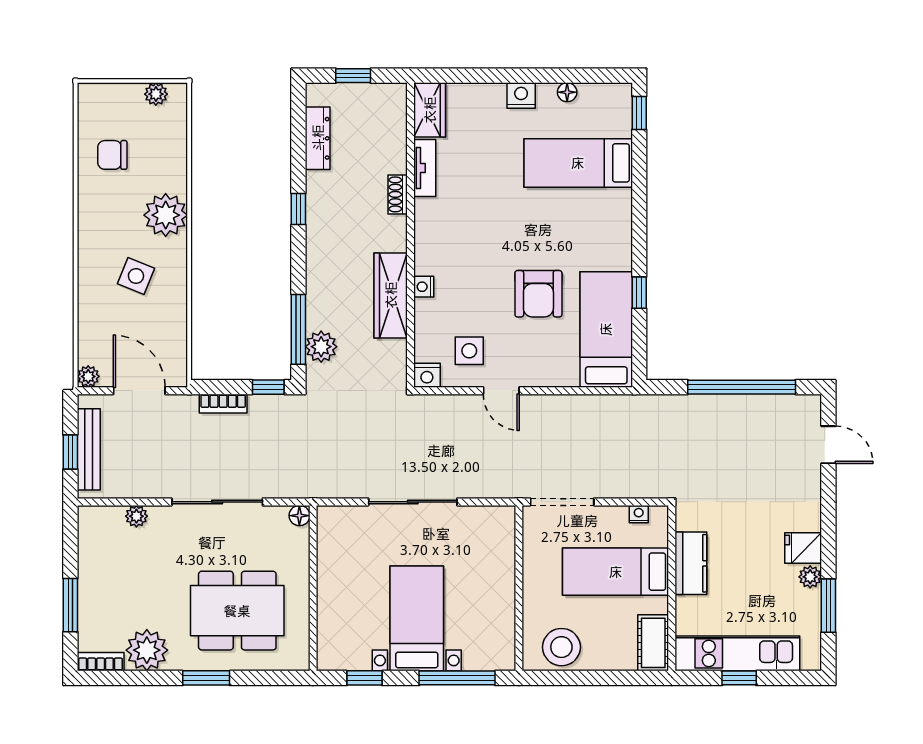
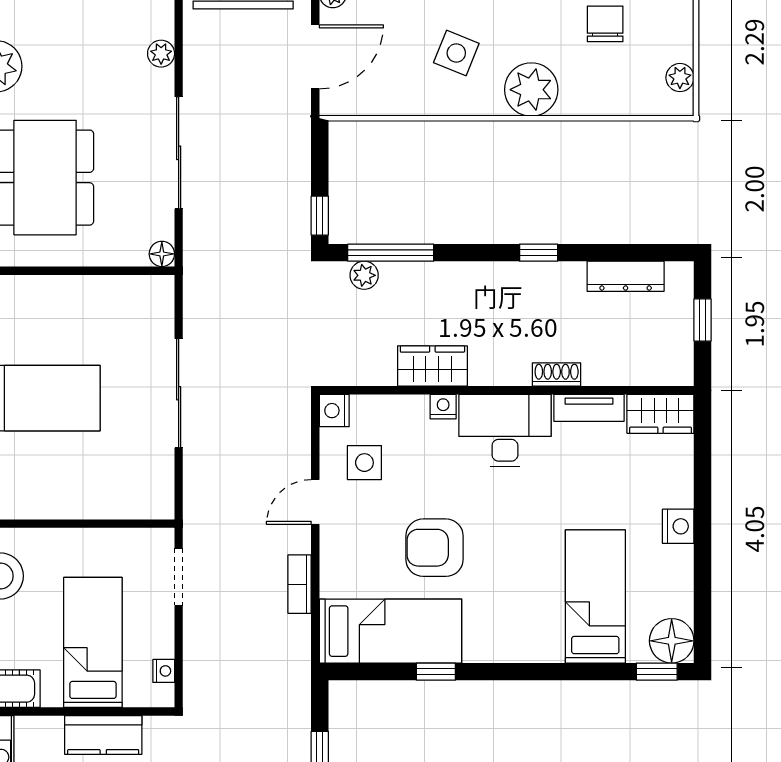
floor lamp: (567, 92) -> (672, 641), moved, width x1.89, depth x1.89
desk: (443, 236) -> (505, 431), added
wardrobe: (391, 295) -> (432, 366), width x0.67
plant: (321, 347) -> (364, 275), width x0.73, depth x0.73
bookcase: (223, 404) -> (300, 584), moved
doorway: (562, 502) -> (179, 577), width x0.73

